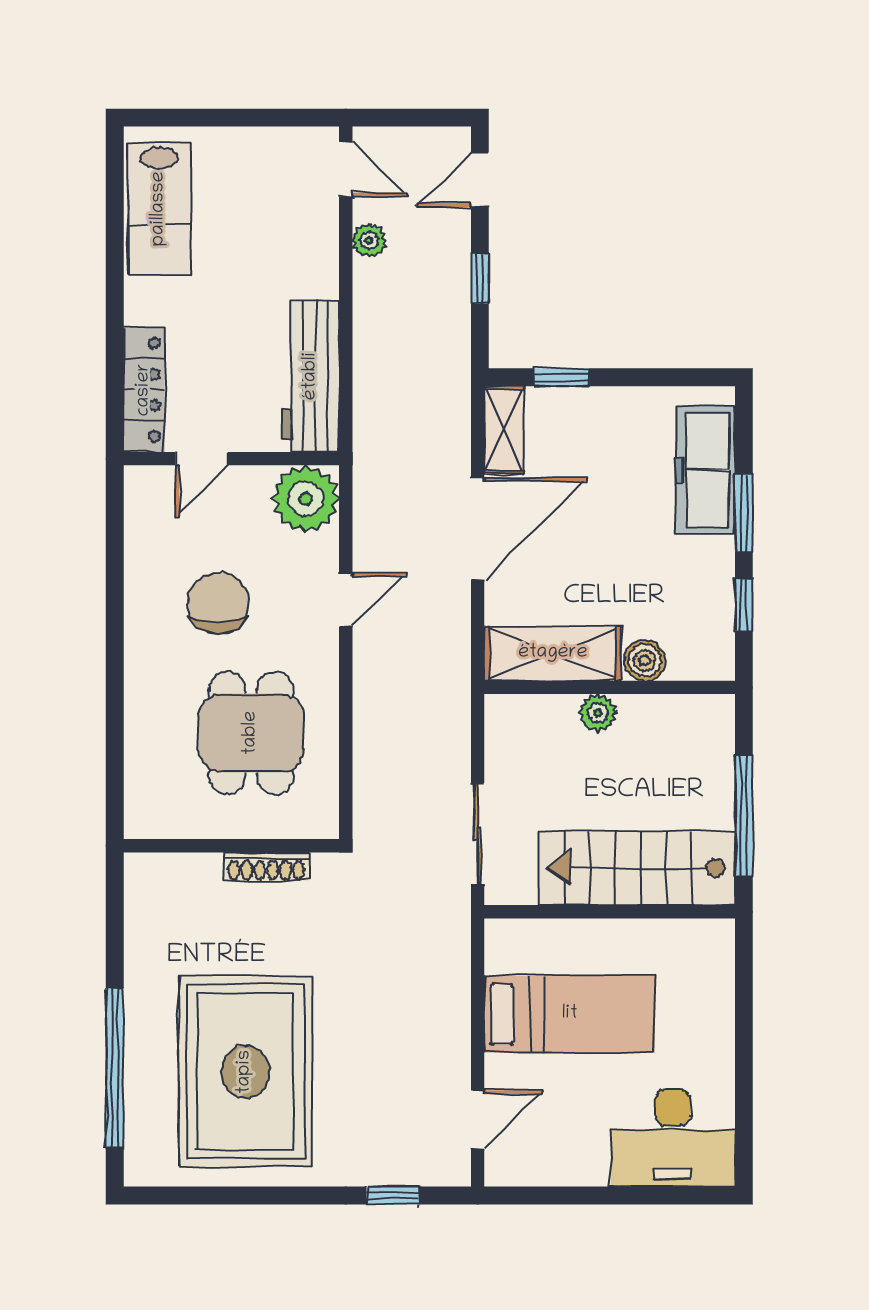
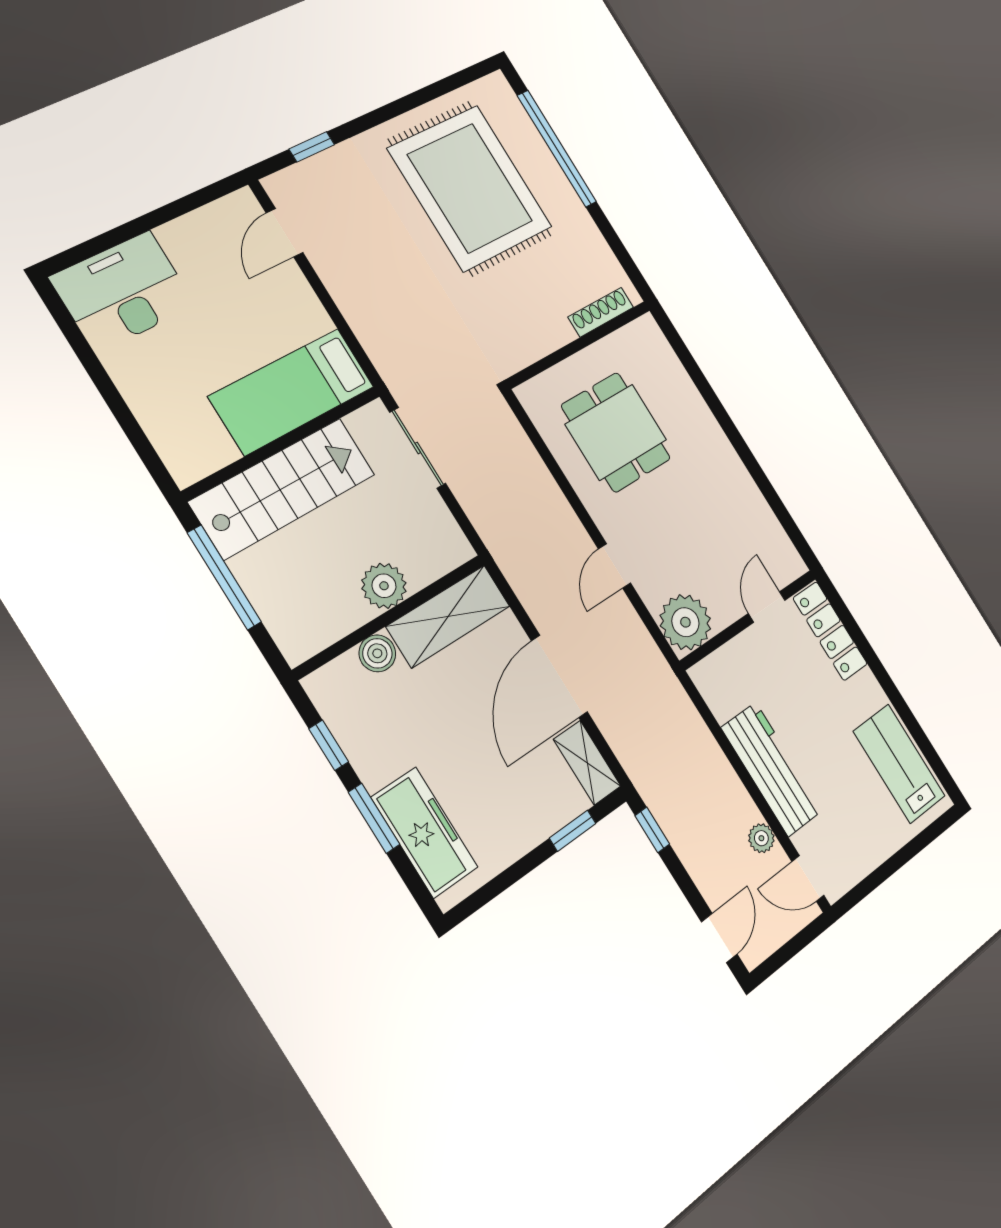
window: (480, 278) -> (652, 830), moved
workbench: (311, 376) -> (772, 769), moved
chair: (218, 603) -> (694, 512), removed
plant: (598, 713) -> (384, 586), width x1.38, depth x1.38
shoe rack: (266, 867) -> (601, 312), moved
bed: (570, 1014) -> (292, 392), moved

